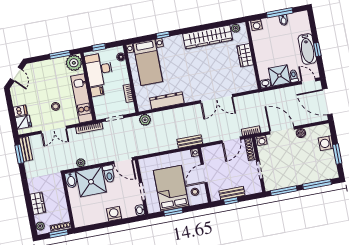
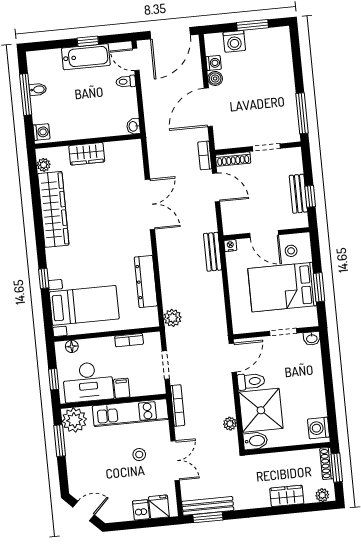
shower: (279, 76) -> (123, 104), removed
door: (308, 81) -> (136, 59), hinge flipped
washing machine: (262, 140) -> (214, 63), moved
bench: (26, 149) -> (208, 506), width x1.36
window: (317, 184) -> (297, 61), removed
washing machine: (114, 214) -> (318, 428), moved

